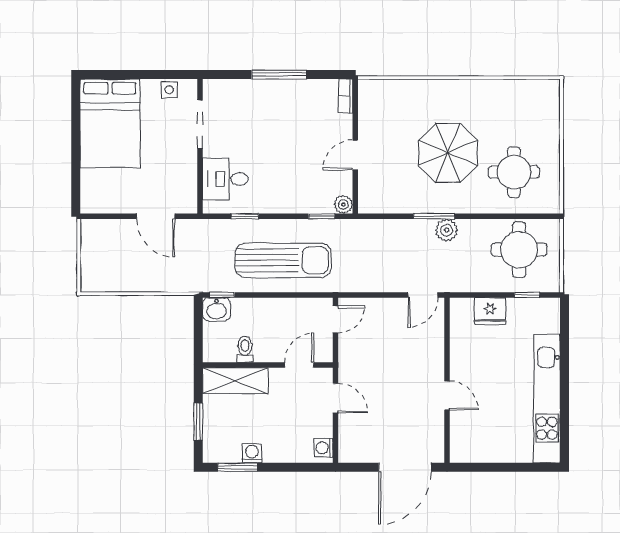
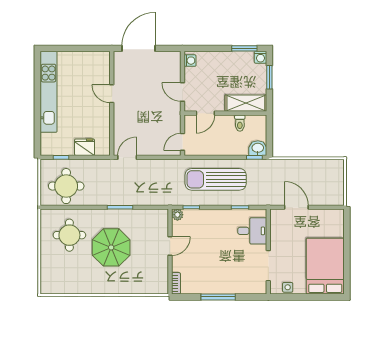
plant: (447, 230) -> (112, 198), removed
washing machine: (252, 453) -> (261, 57), moved

